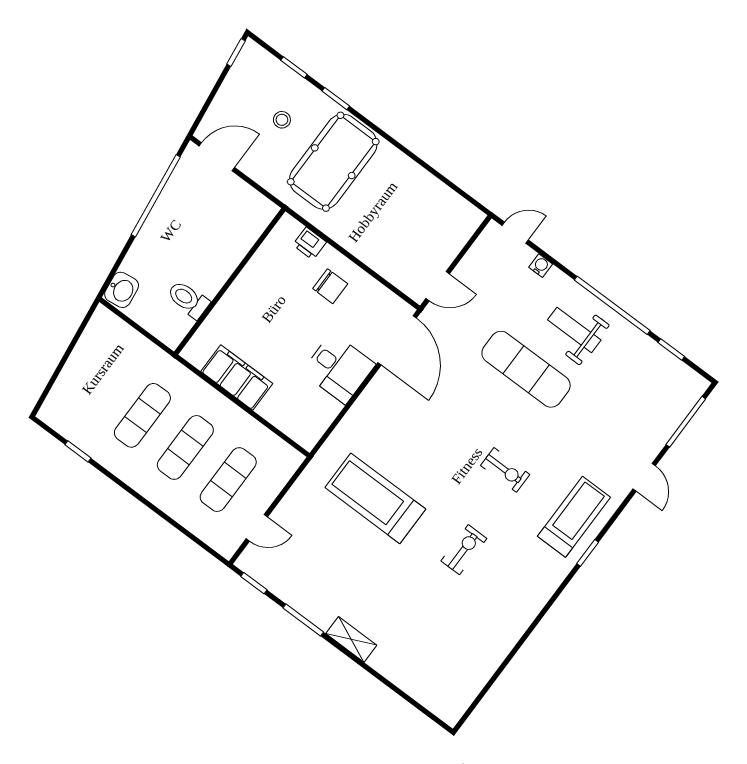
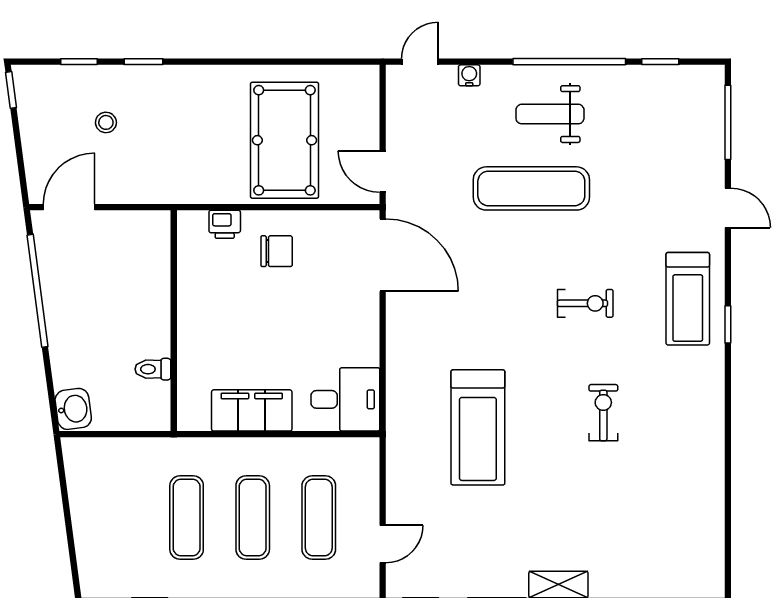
pool table: (333, 162) -> (284, 140), moved
door: (438, 286) -> (383, 172), swing flipped
toilet: (188, 299) -> (153, 369), width x0.73, depth x0.72
desk: (339, 368) -> (345, 399), moved
treadmill: (375, 498) -> (478, 427), turned -90
treadmill: (574, 517) -> (688, 299), turned 180

